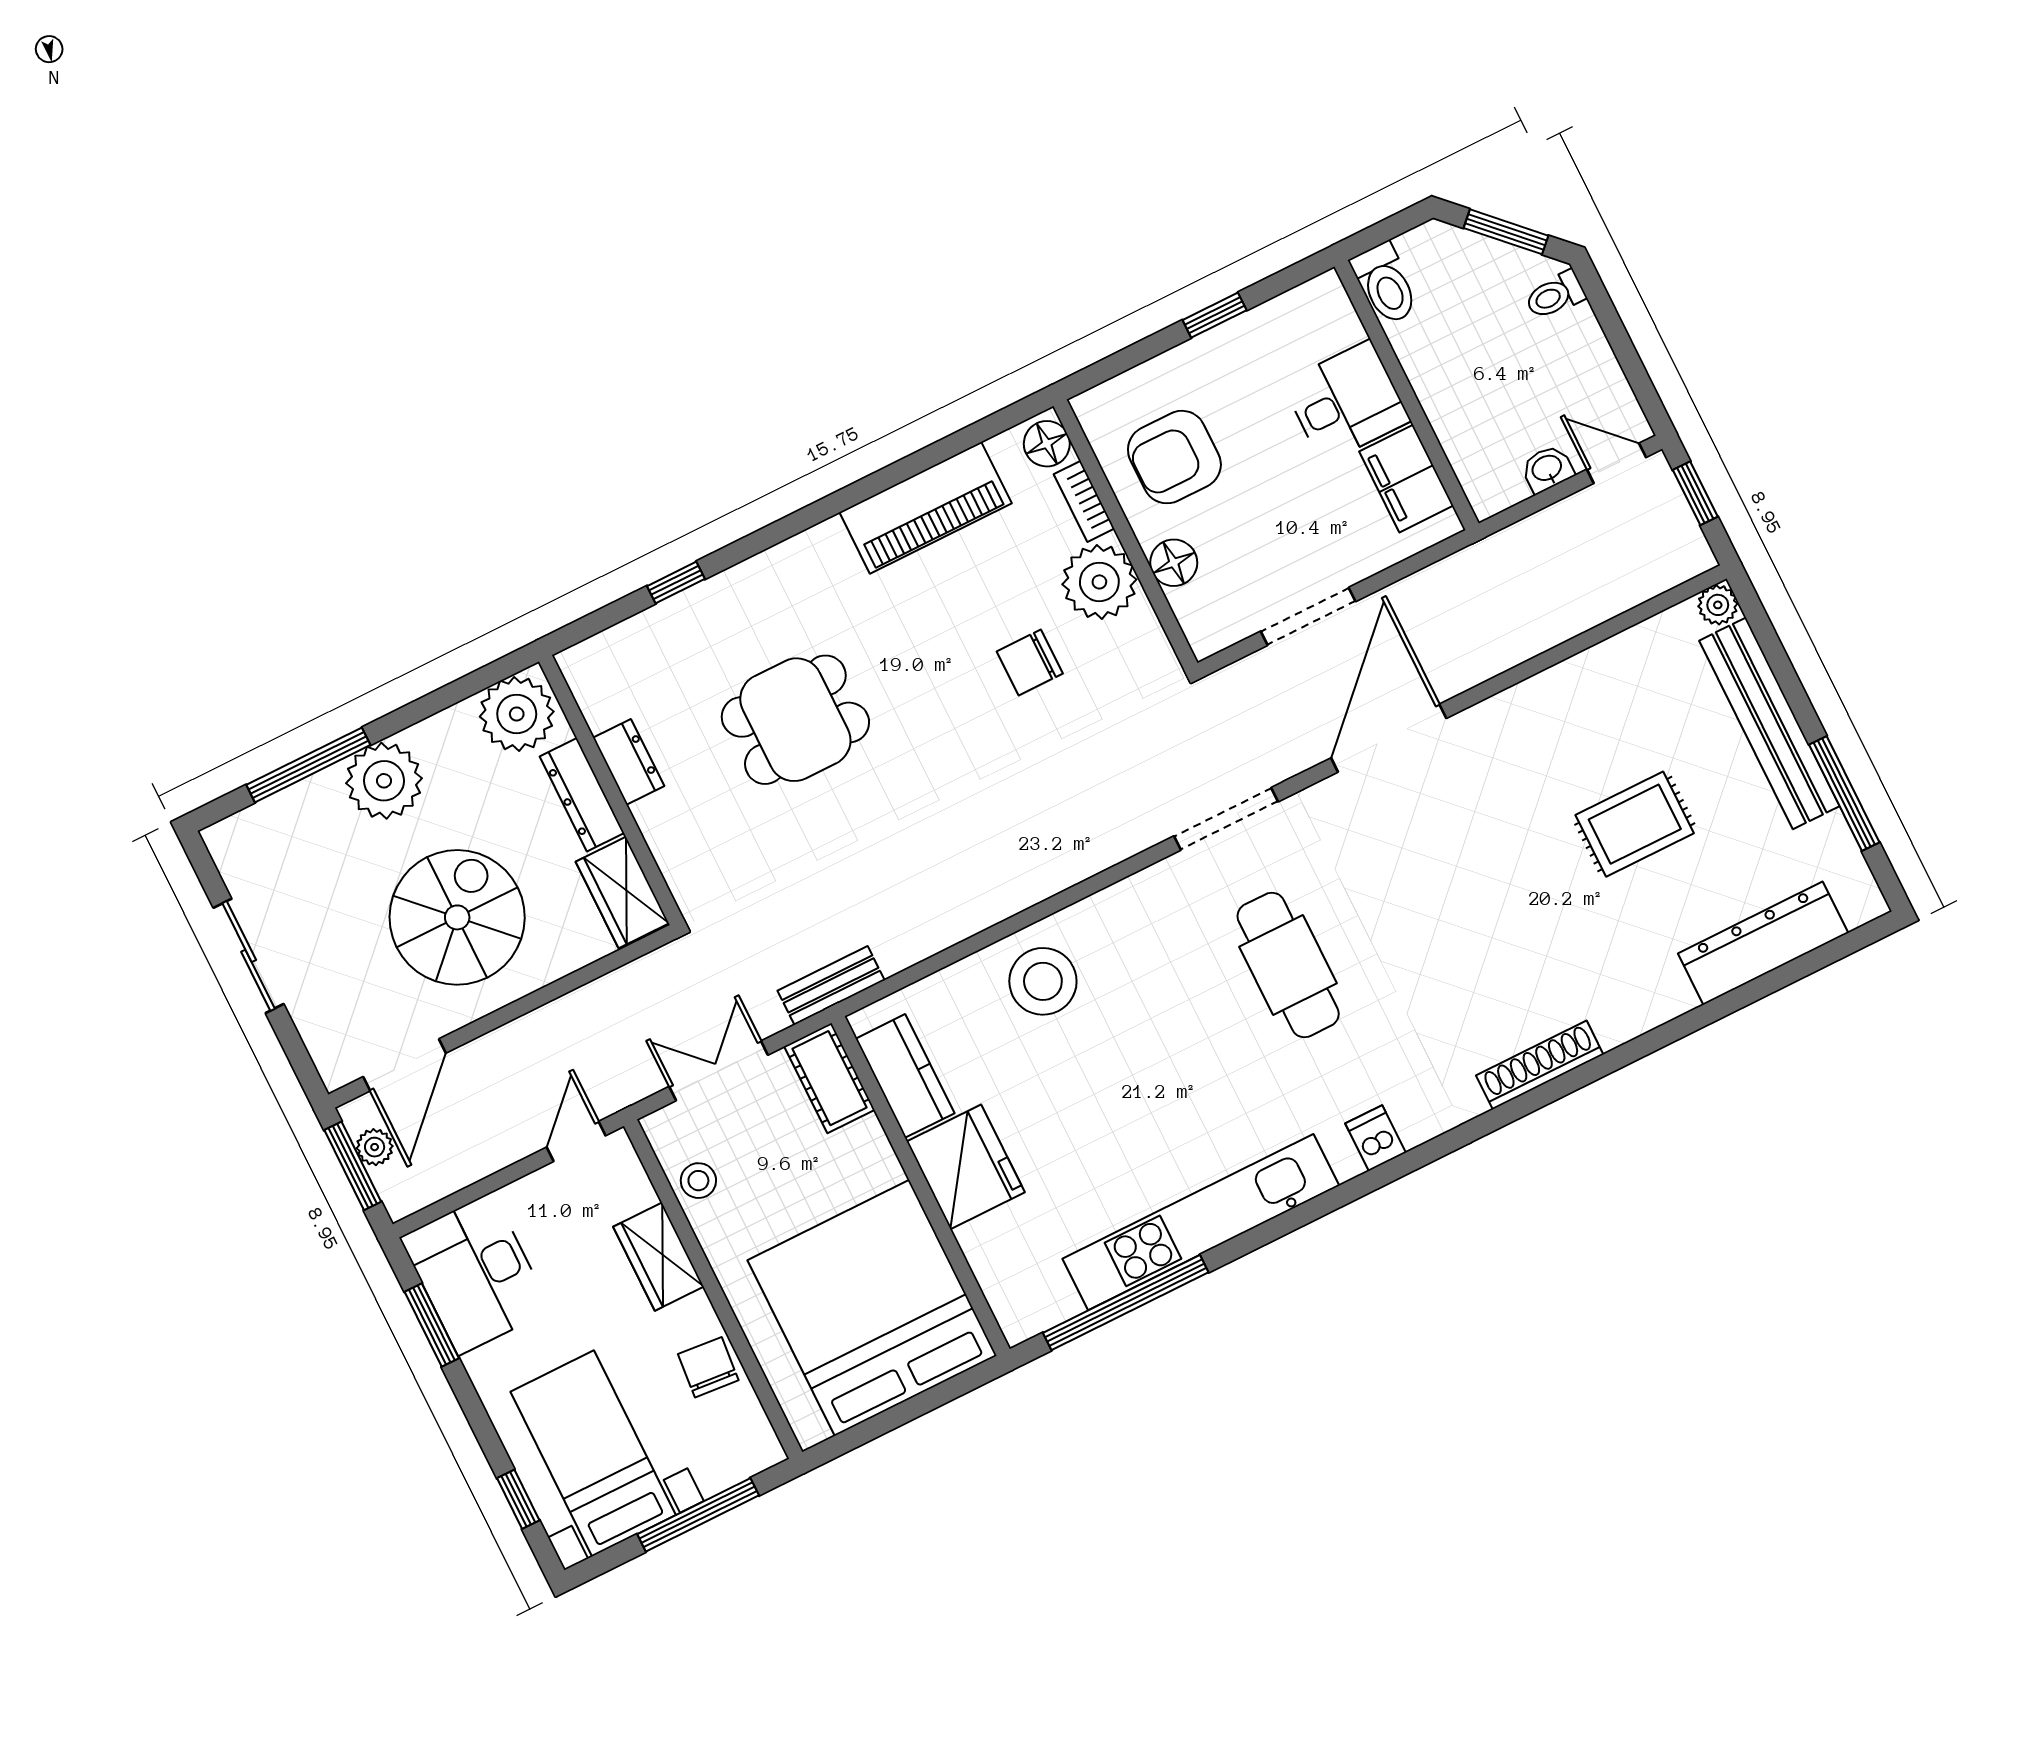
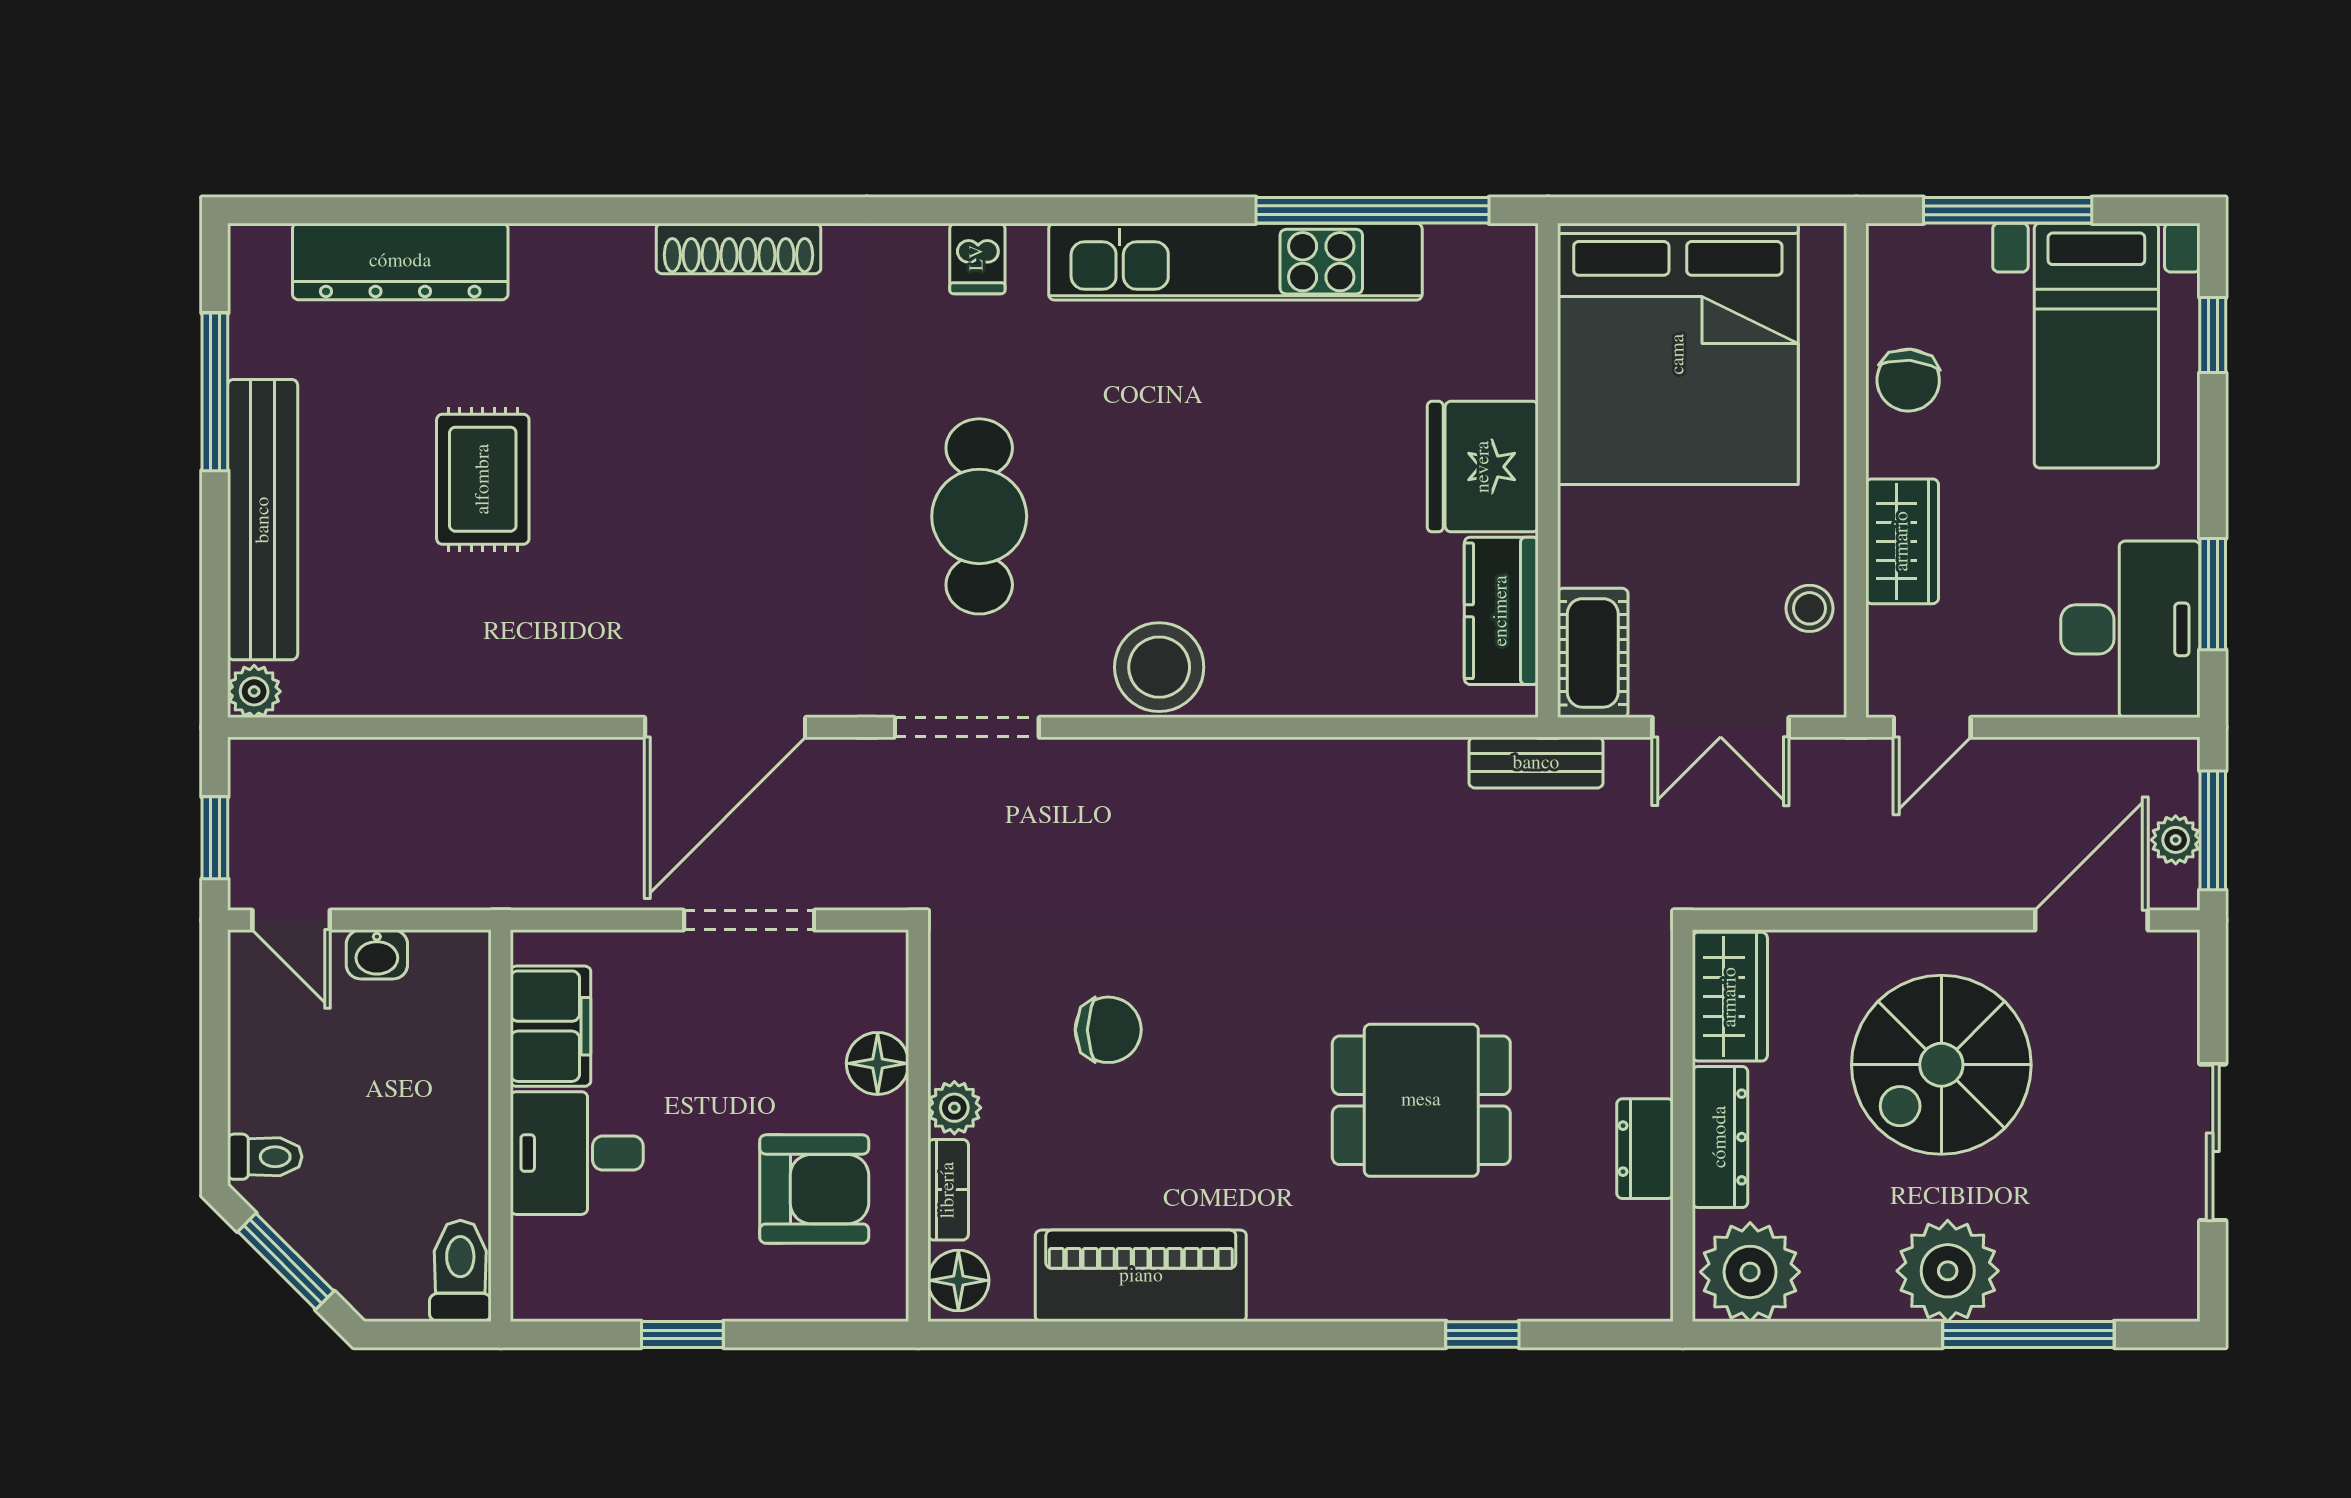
plant: (1099, 582) -> (954, 1108), width x0.53, depth x0.53
rug: (1635, 824) -> (483, 479), turned 90
stool: (1043, 981) -> (1159, 667), moved

